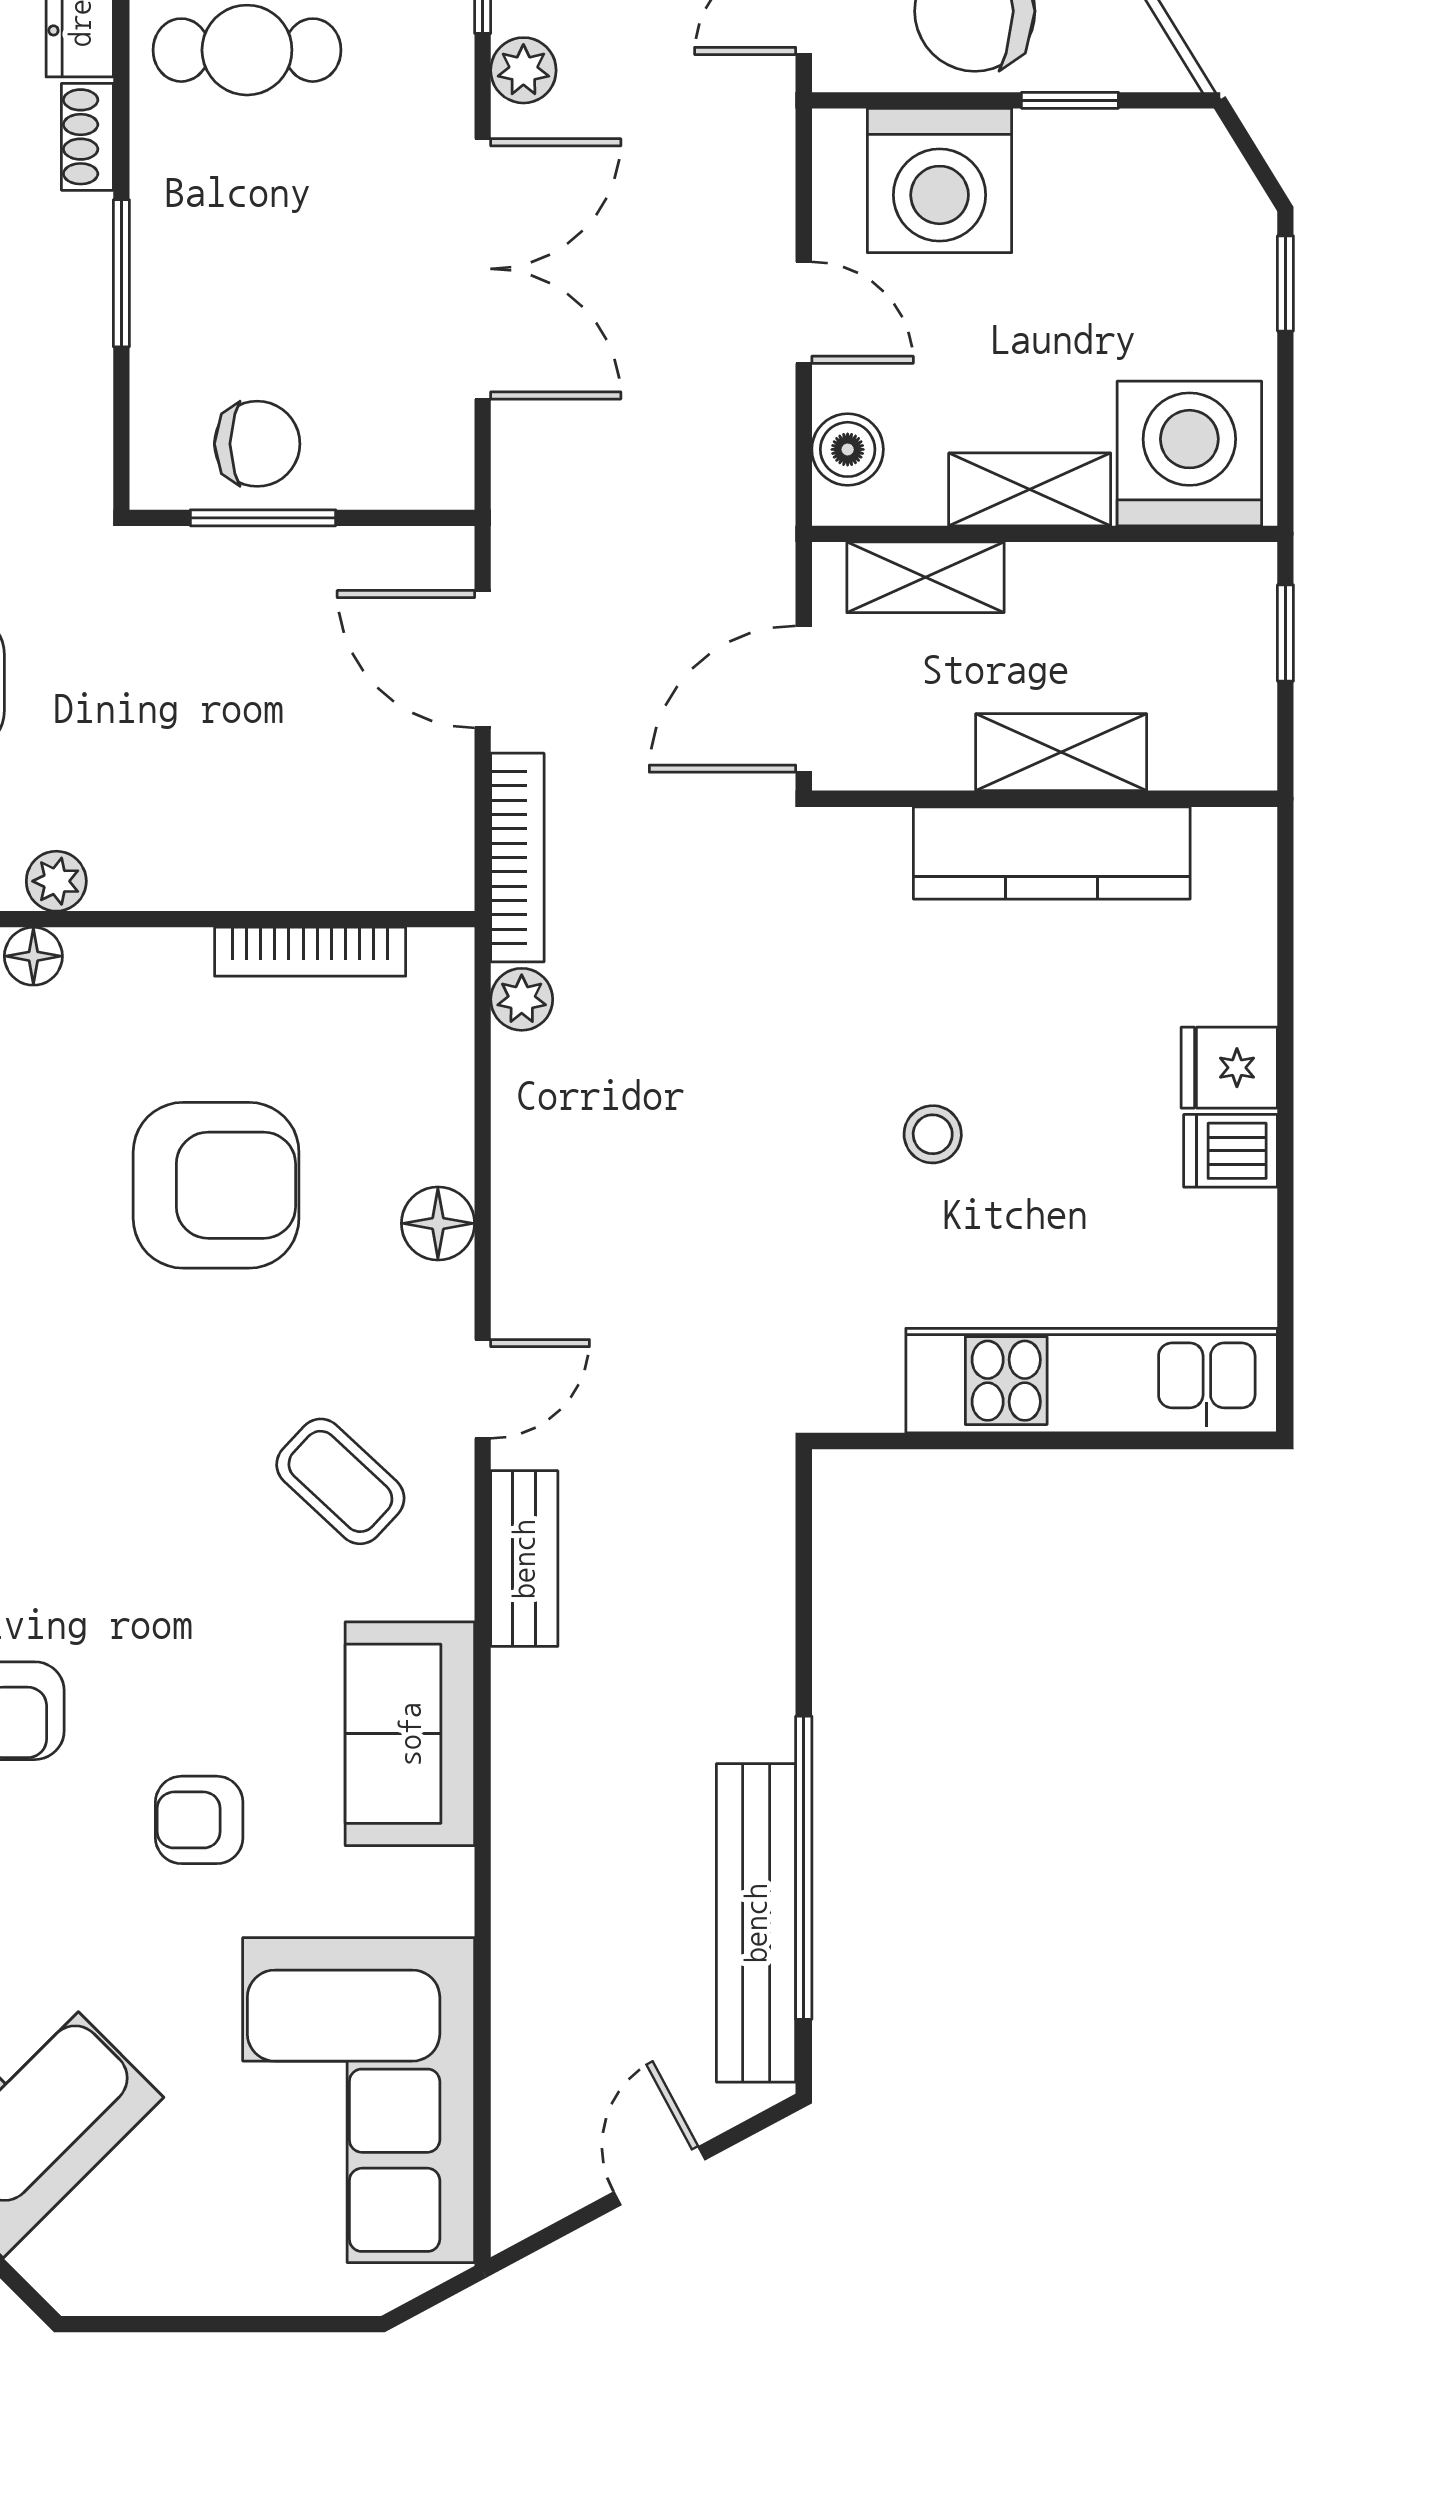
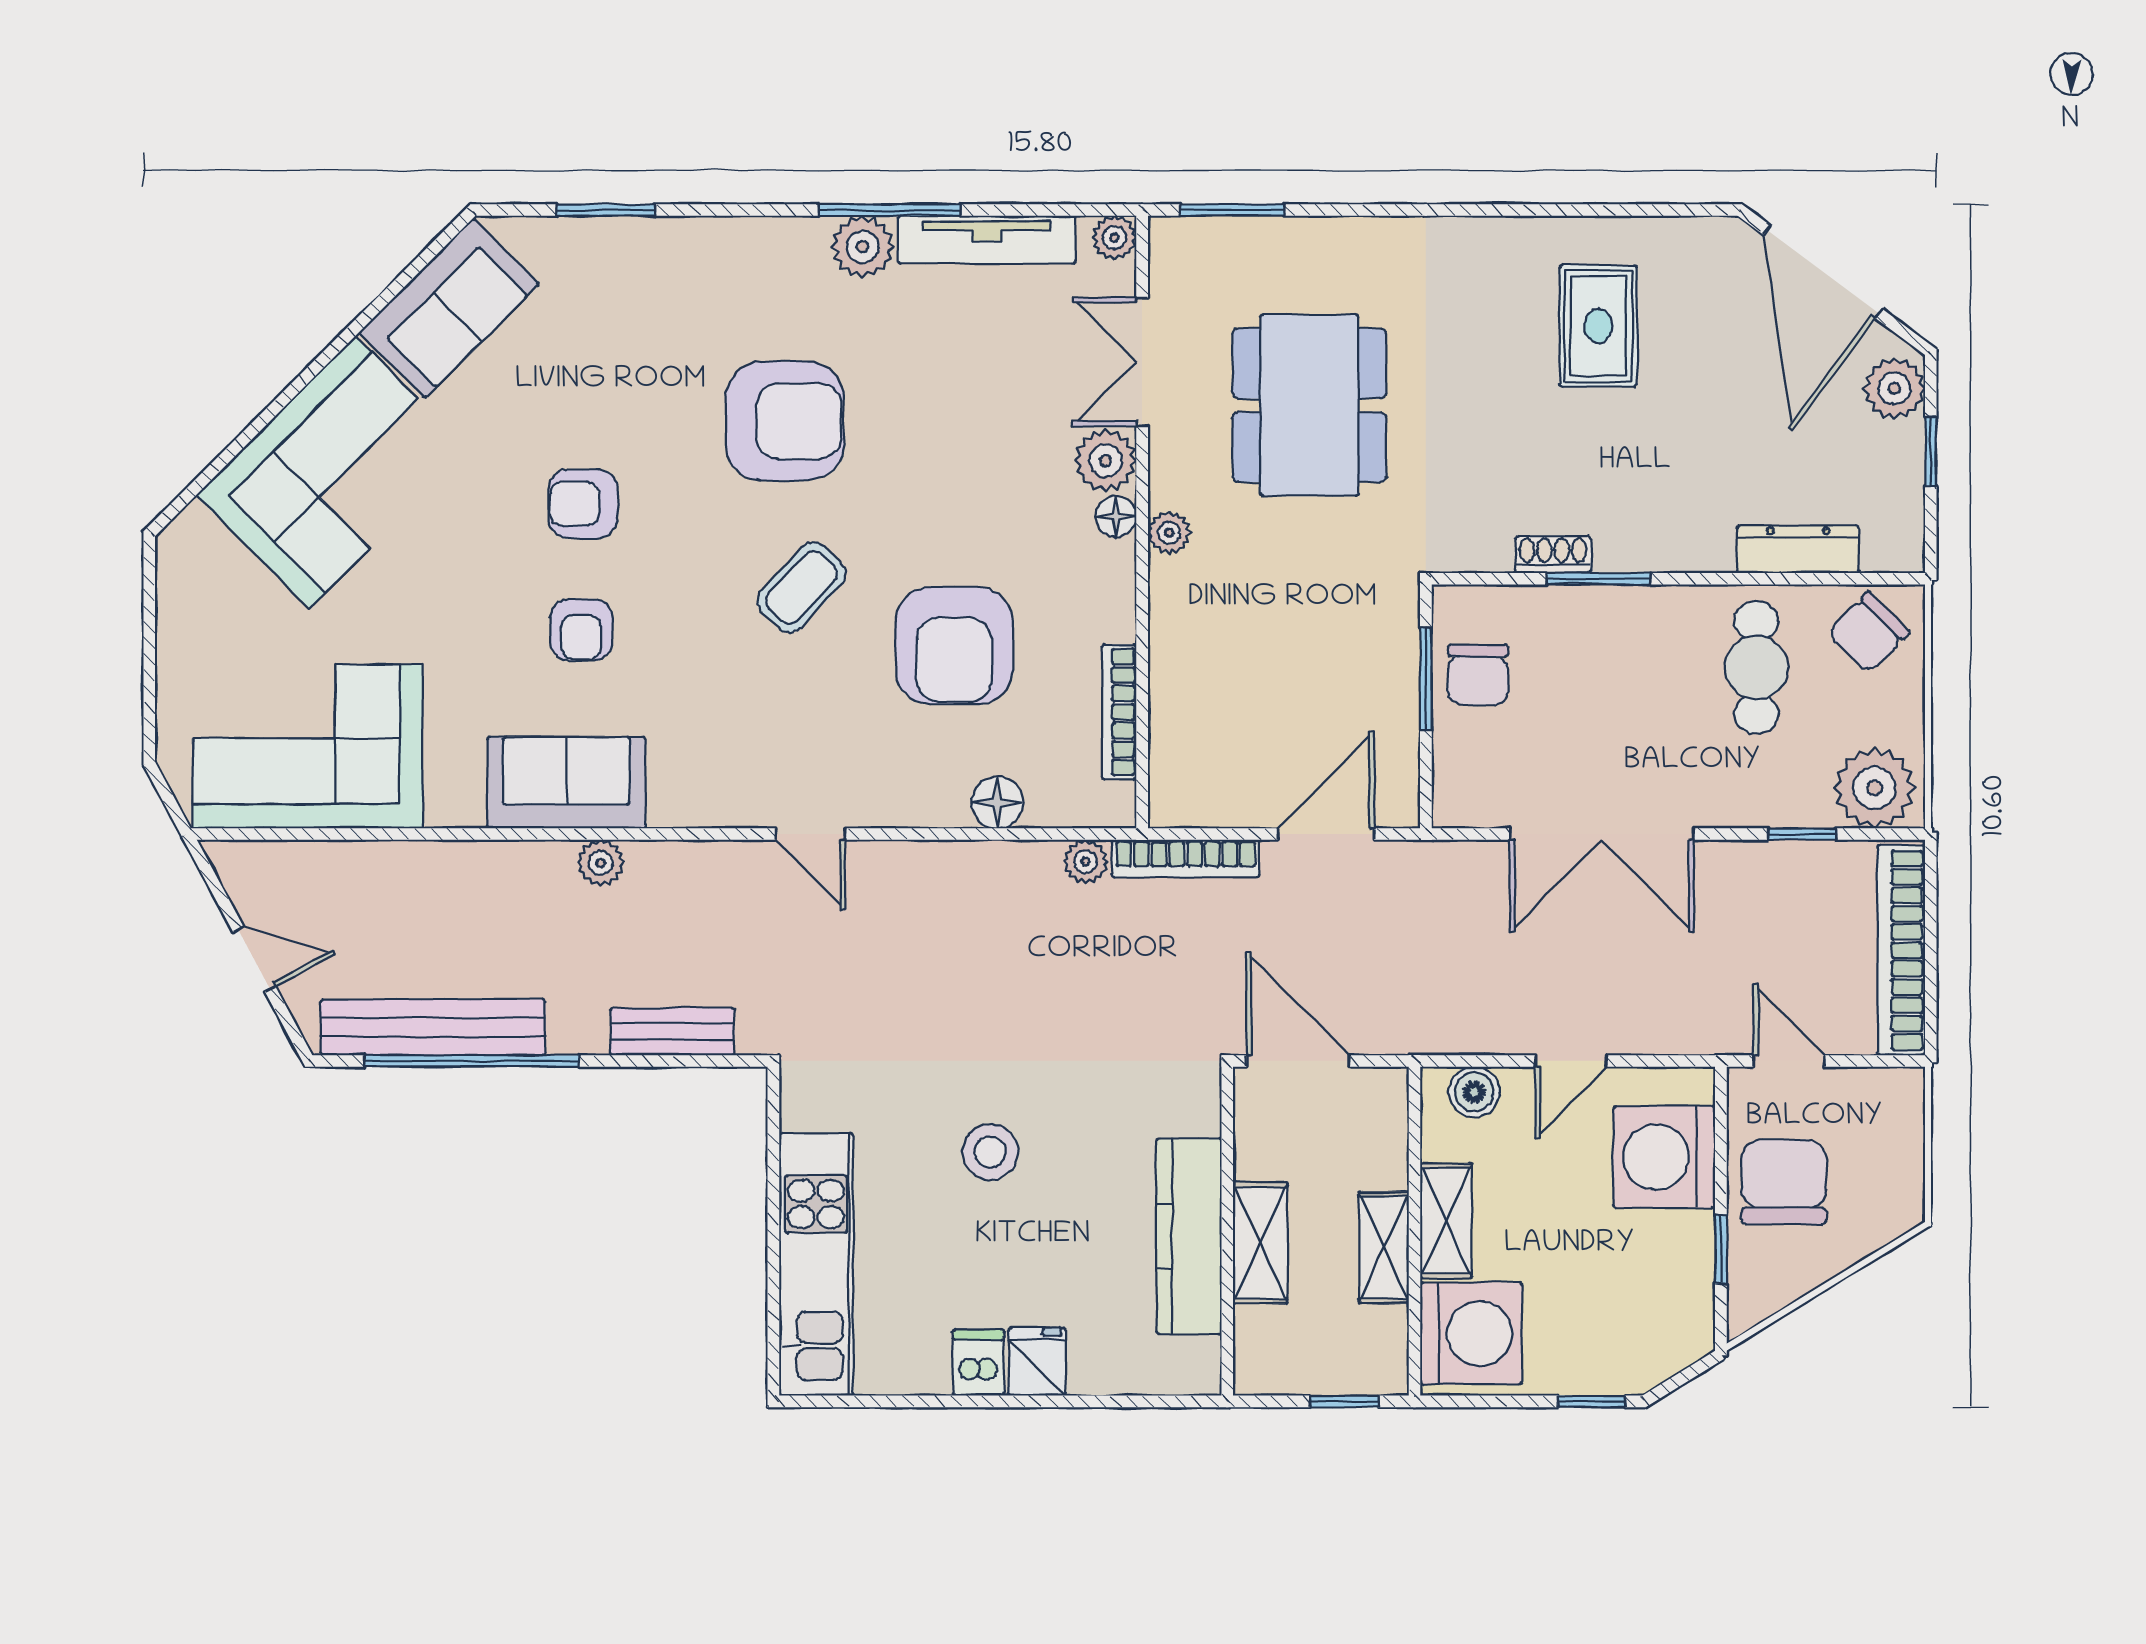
plant: (523, 70) -> (601, 863), moved
shoe rack: (87, 137) -> (1553, 555), moved
shelving: (925, 577) -> (1384, 1248), moved
stool: (933, 1134) -> (990, 1152), width x1.37, depth x1.37
floor lamp: (438, 1223) -> (997, 802), moved
coffee table: (340, 1481) -> (802, 587), moved
bench: (524, 1559) -> (672, 1032), moved
armchair: (199, 1820) -> (581, 630), moved, turned 180

